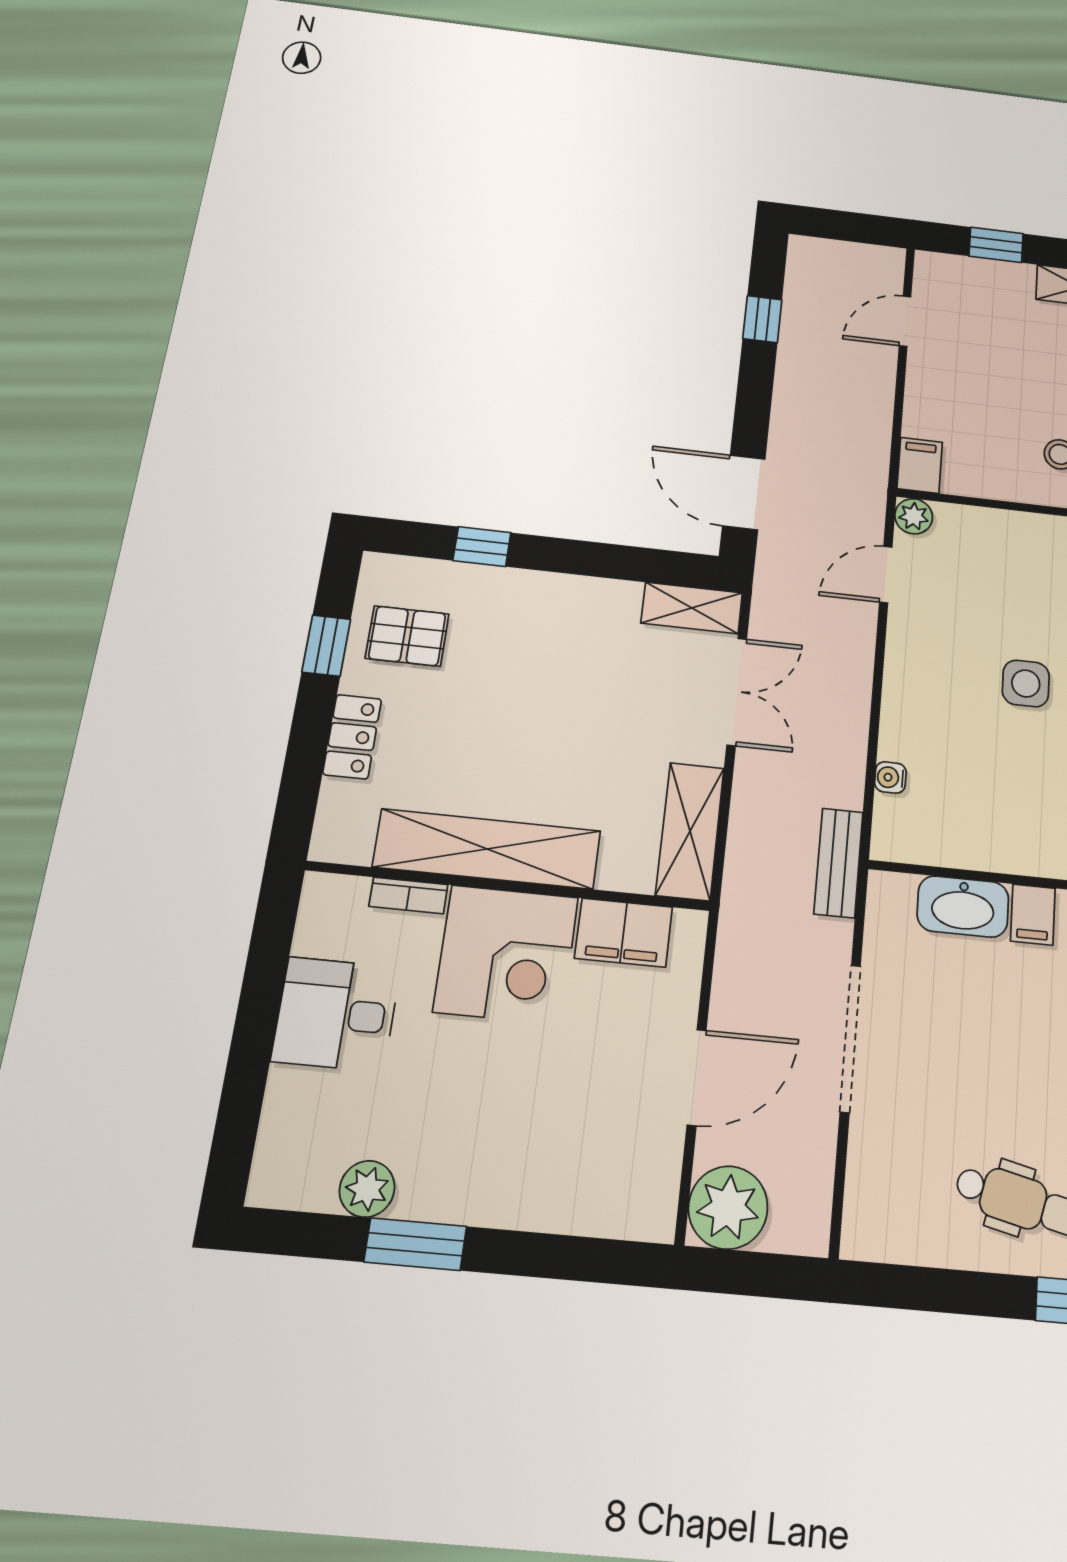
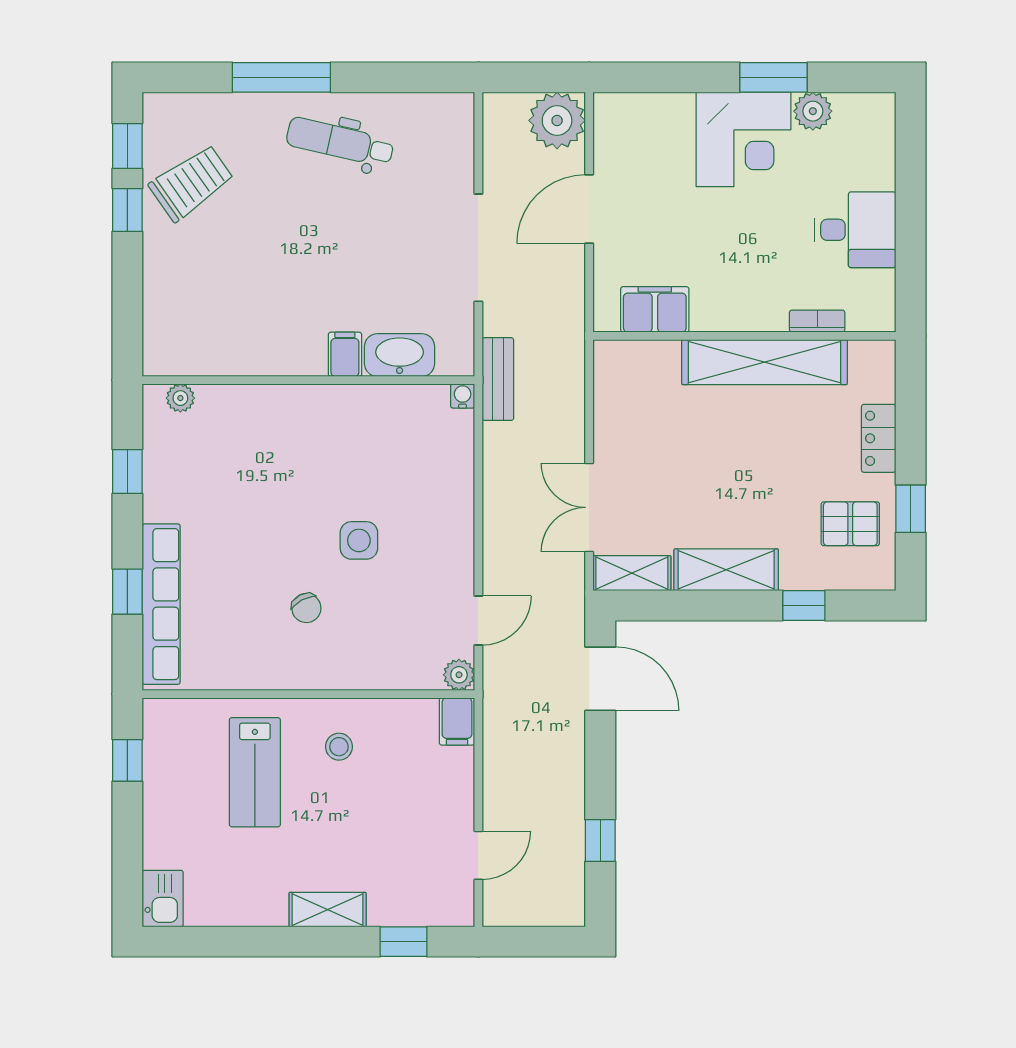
water cooler: (890, 777) -> (463, 396), moved, turned -90
shelving: (690, 831) -> (726, 570), moved, turned 90
corner desk: (506, 954) -> (743, 139), moved, turned 180

